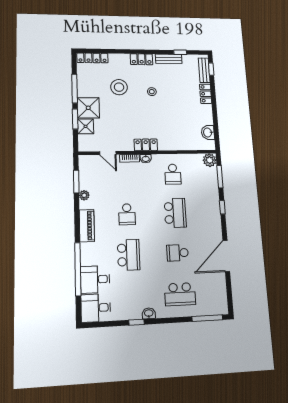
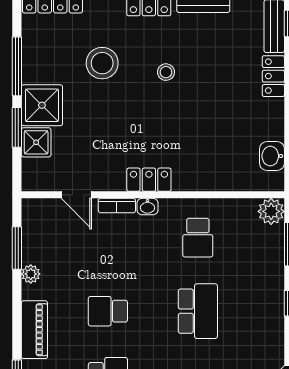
school desk: (127, 214) -> (108, 311), turned 90

